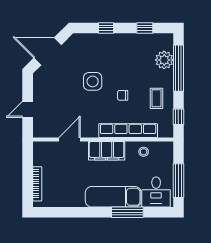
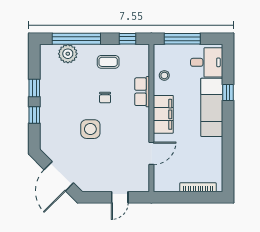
window: (145, 28) -> (34, 88), moved
door: (28, 109) -> (120, 197), hinge flipped
row of seats: (128, 131) -> (142, 92), width x0.50
door: (70, 139) -> (151, 153), swing flipped
window: (178, 181) -> (182, 39), moved
window: (127, 212) -> (228, 92), width x0.46

